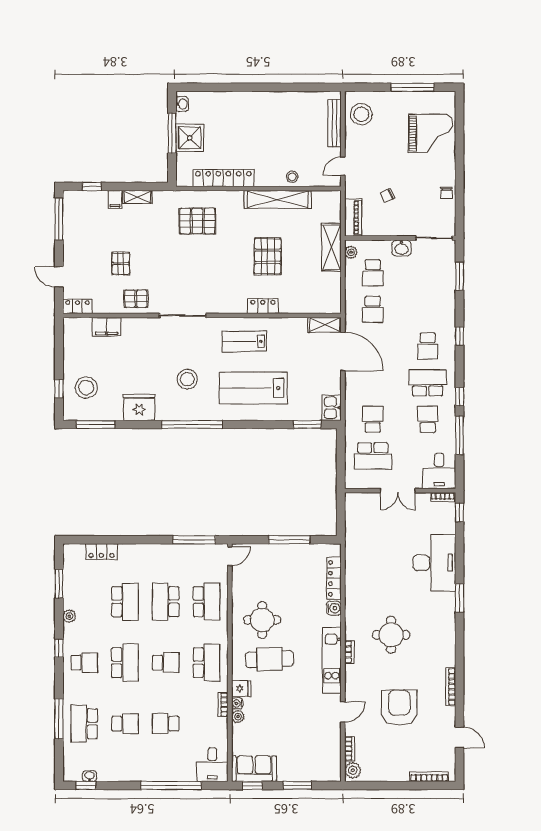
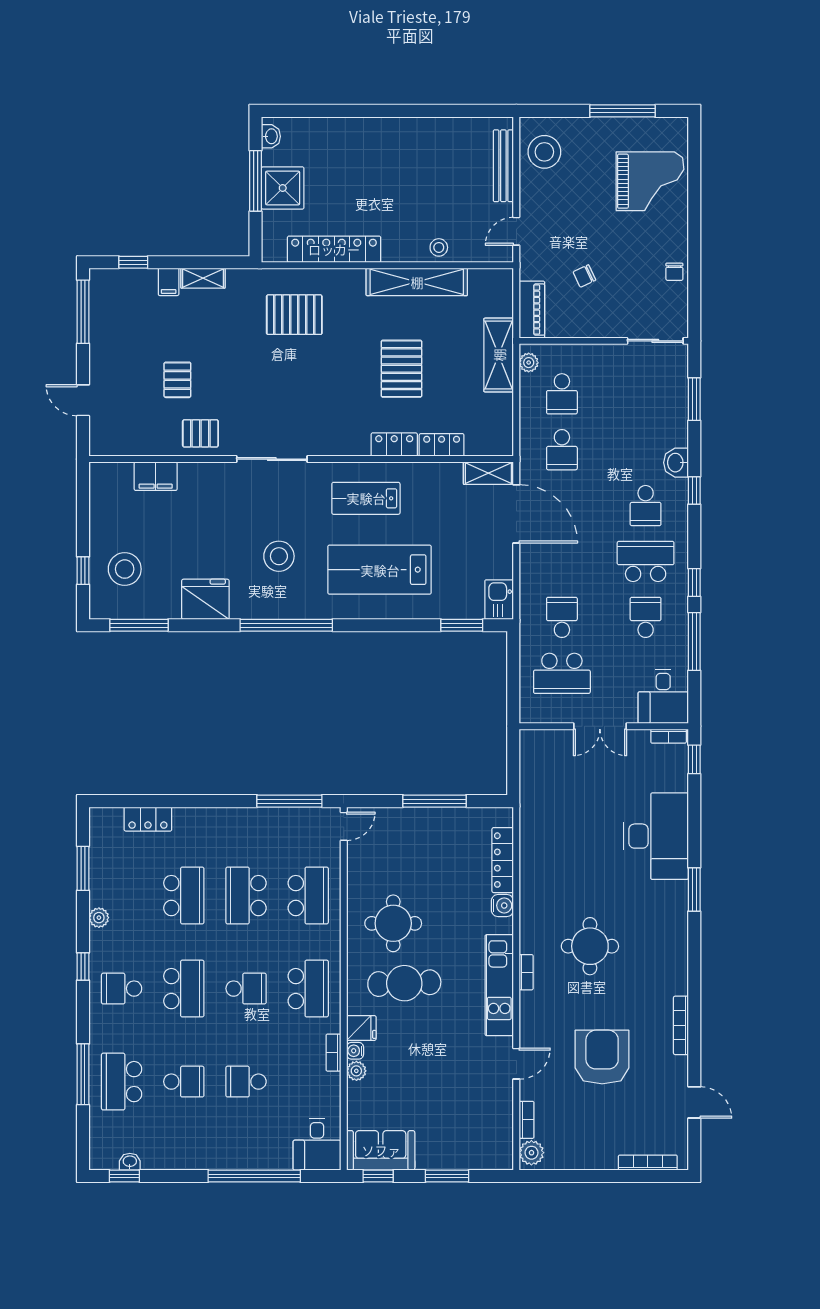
washbasin: (402, 248) -> (676, 463), moved, turned 90
locker: (77, 306) -> (442, 445), moved
school desk: (84, 663) -> (122, 989), turned 180

